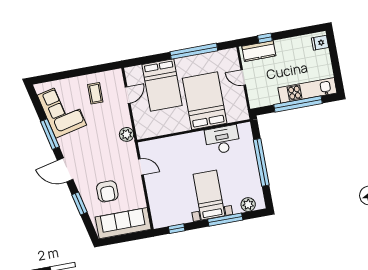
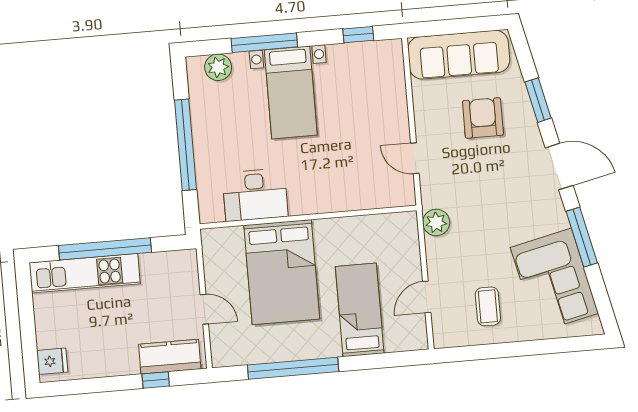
bed: (162, 85) -> (360, 310), width x0.67

